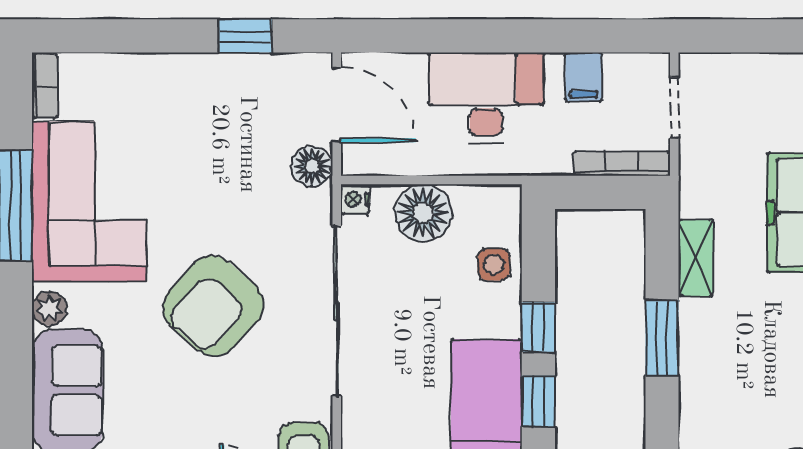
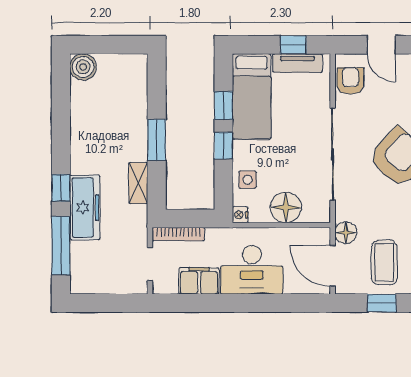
filing cabinet: (584, 77) -> (199, 281), width x2.00
coffee table: (241, 111) -> (384, 262), added
nightstand: (355, 199) -> (240, 215), moved, turned 180

